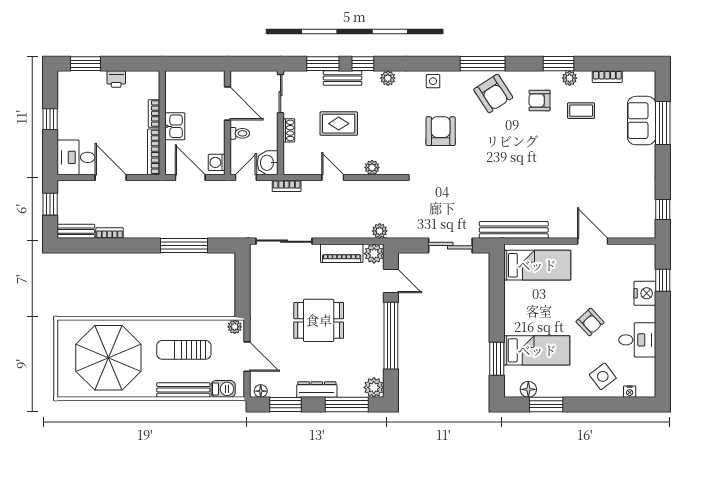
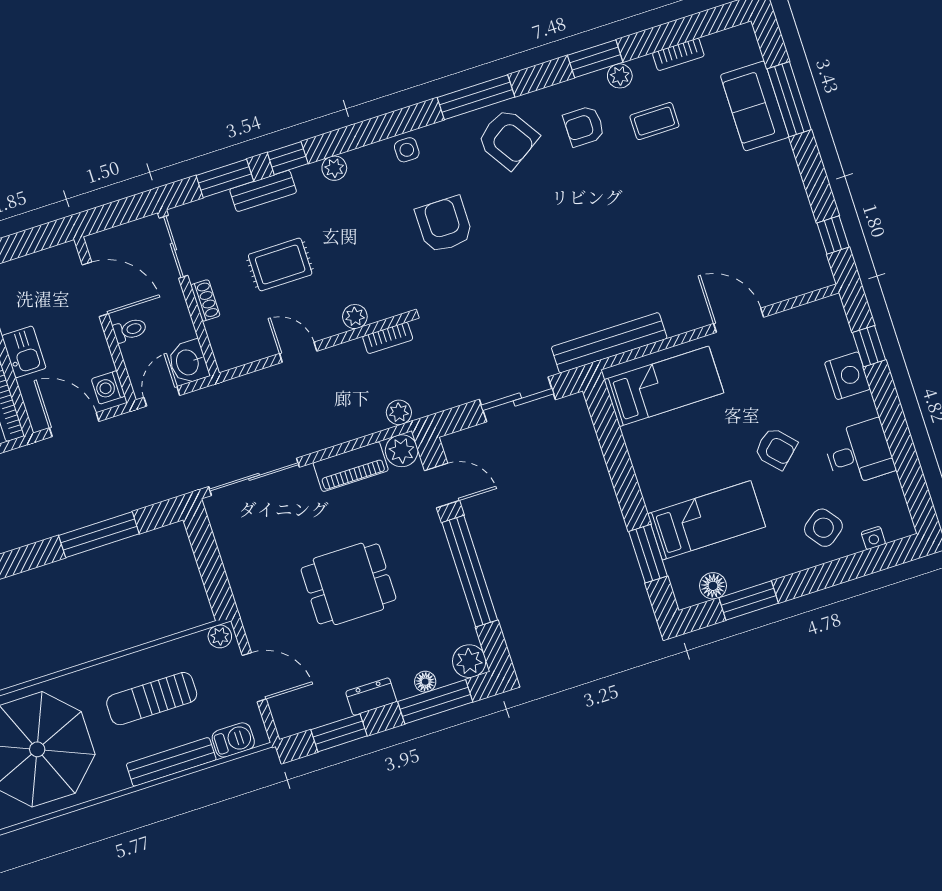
bookcase: (287, 186) -> (388, 338), moved
dresser: (317, 390) -> (371, 697), width x0.70
floor lamp: (261, 391) -> (425, 682), moved

